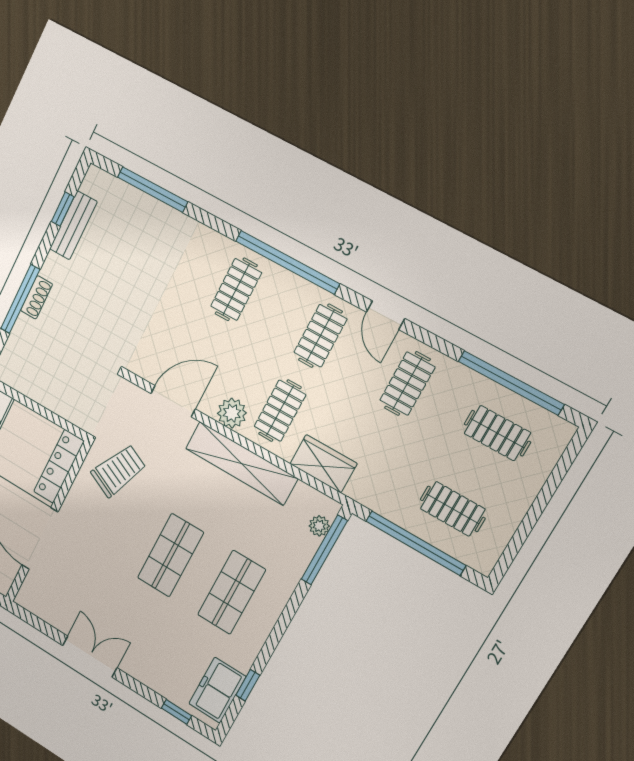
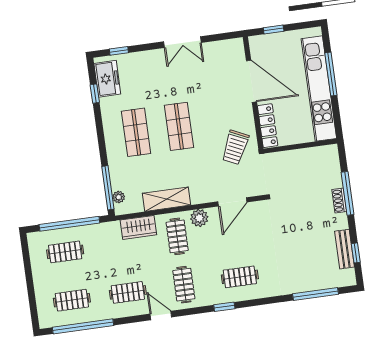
window: (287, 262) -> (224, 307), width x0.32
clothes rail: (236, 289) -> (240, 277), turned 90
clothes rail: (407, 384) -> (128, 292), turned 90
shelving: (241, 463) -> (166, 199), width x0.68

